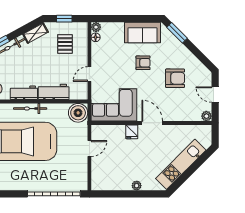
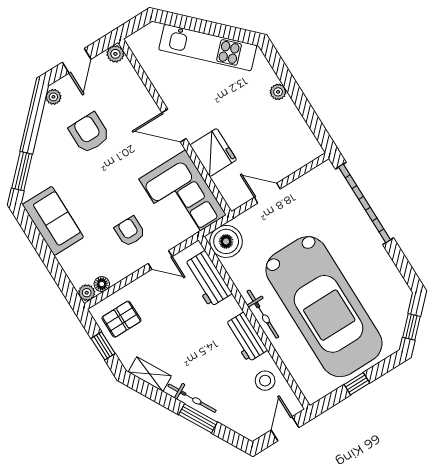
pallet: (65, 44) -> (121, 319), moved
armchair: (143, 63) -> (130, 231), moved
plant: (204, 72) -> (53, 97), added
workbench: (54, 92) -> (208, 279), moved
door: (152, 123) -> (174, 126), hinge flipped
fridge: (132, 132) -> (213, 152), width x1.88, depth x1.34

